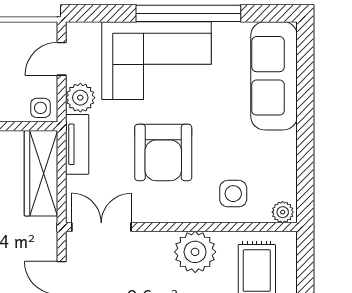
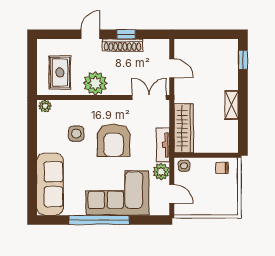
door: (62, 59) -> (172, 194), hinge flipped
armchair: (163, 152) -> (114, 140), turned 180
side table: (233, 194) -> (76, 134), moved
double door: (101, 227) -> (149, 97), swing flipped

